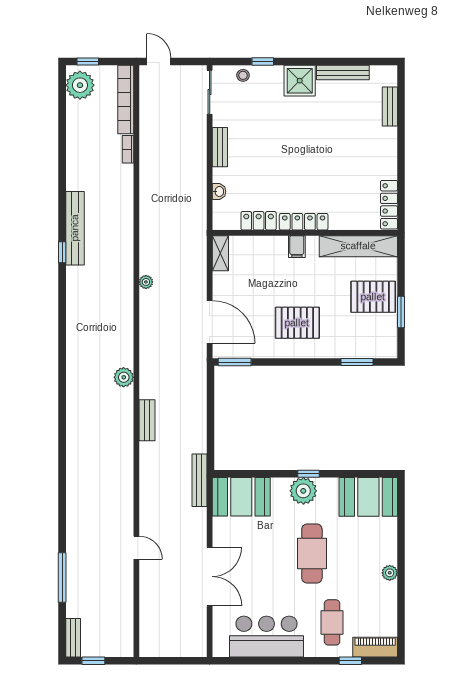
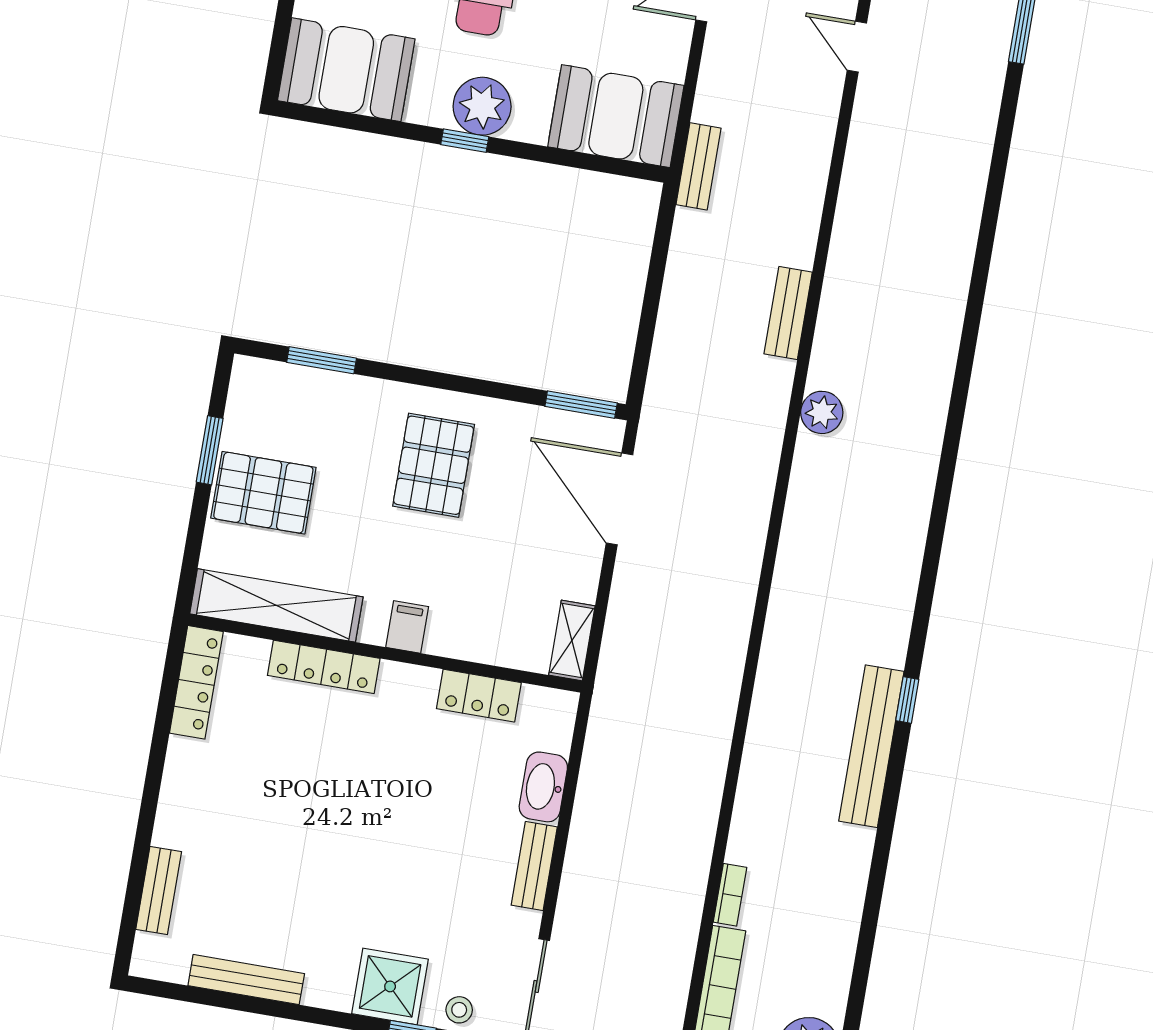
shower: (300, 81) -> (390, 986), moved
washbasin: (219, 192) -> (543, 787), width x1.91, depth x1.45
locker: (304, 222) -> (324, 667), moved
plant: (146, 282) -> (740, 607), removed
pallet: (297, 323) -> (434, 465), turned 90
bench: (199, 480) -> (698, 166), width x0.73

